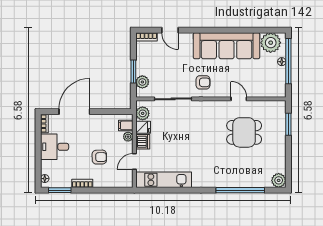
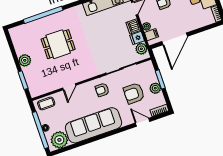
armchair: (168, 66) -> (134, 93), added
plant: (142, 82) -> (155, 88), moved
coffee table: (271, 89) -> (46, 103), added
door: (239, 99) -> (69, 87), hinge flipped
door: (74, 112) -> (175, 39), moved
dining table: (244, 132) -> (58, 44), moved
plant: (279, 180) -> (25, 60), moved

